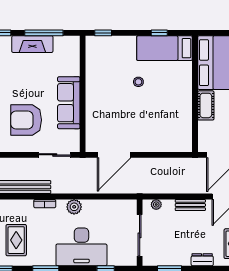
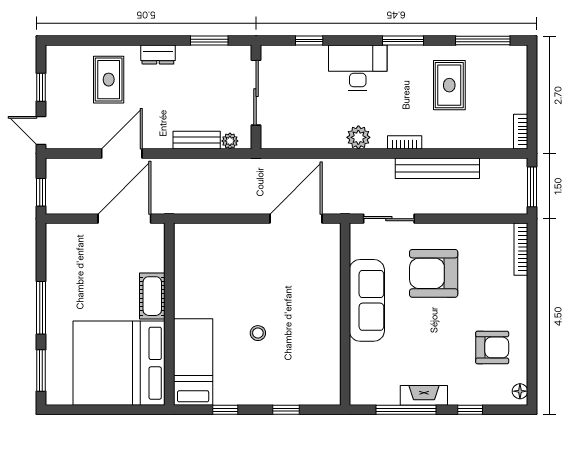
window: (103, 33) -> (286, 410), moved
fireplace: (32, 44) -> (424, 395), width x0.73, depth x0.76
bed: (165, 48) -> (193, 362), moved, turned -90
armchair: (26, 120) -> (434, 273), turned 180
bench: (190, 205) -> (197, 140), moved
desk: (81, 247) -> (358, 68), width x0.73, depth x0.77

